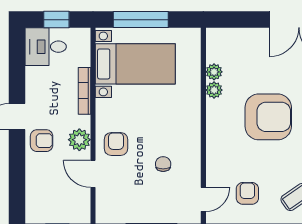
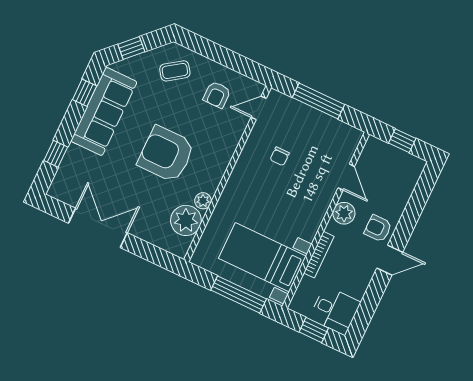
plant: (214, 72) -> (186, 220), width x1.88, depth x1.88
armchair: (116, 144) -> (313, 194), removed

